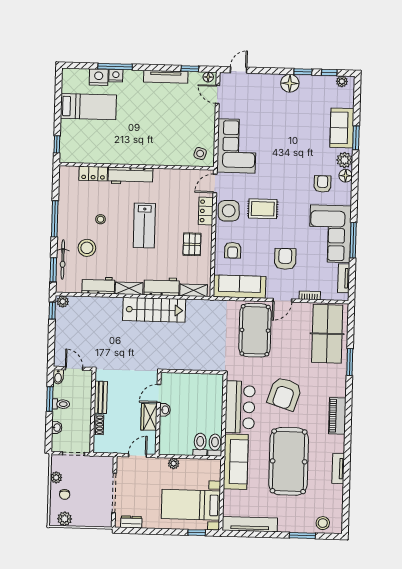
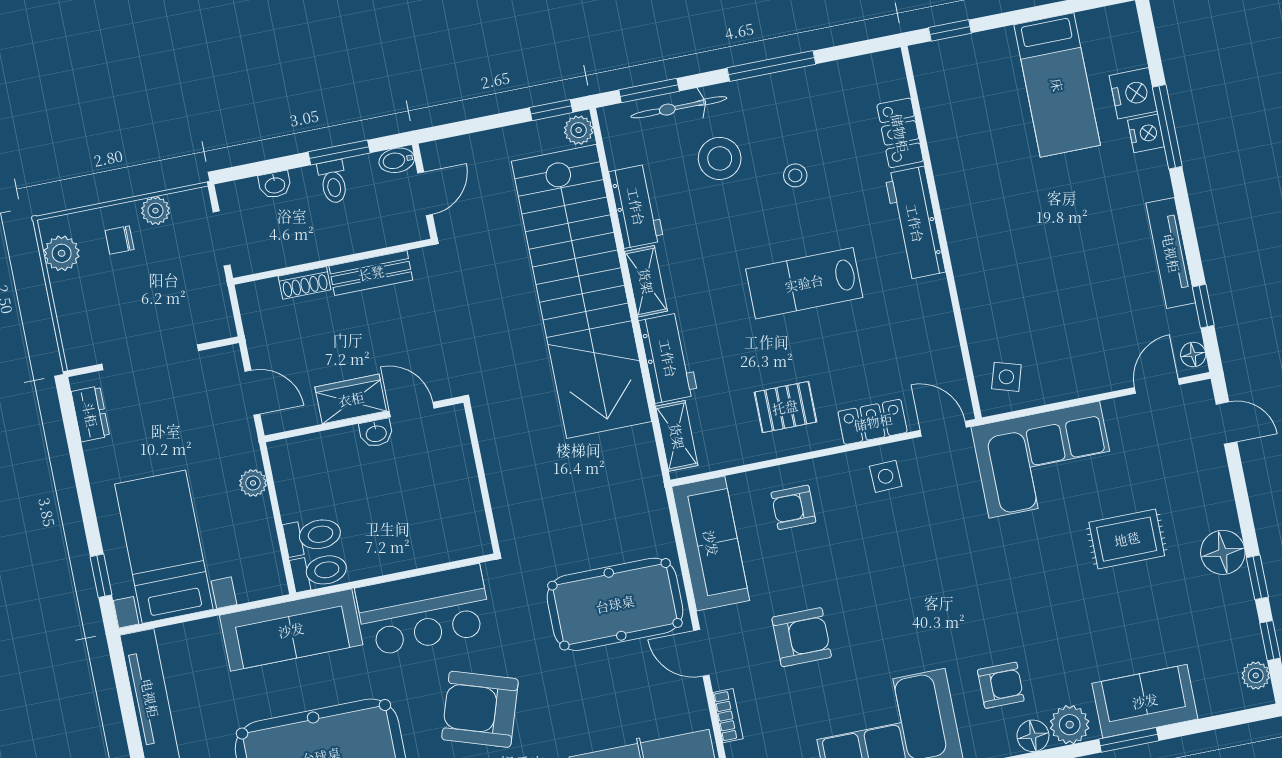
rug: (263, 209) -> (1127, 539), moved, turned 90
side table: (229, 211) -> (886, 476), width x0.54, depth x0.54
stairs: (154, 310) -> (582, 291), width x1.86, depth x1.51

